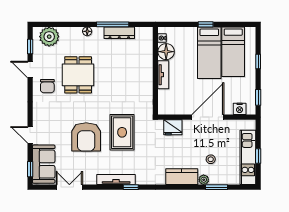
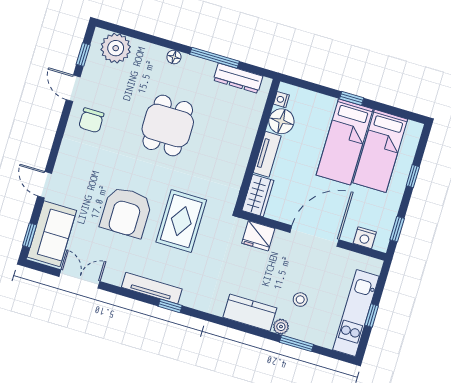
dresser: (119, 33) -> (238, 78), moved
dining table: (78, 75) -> (168, 126), moved
wardrobe: (165, 102) -> (258, 195), added

